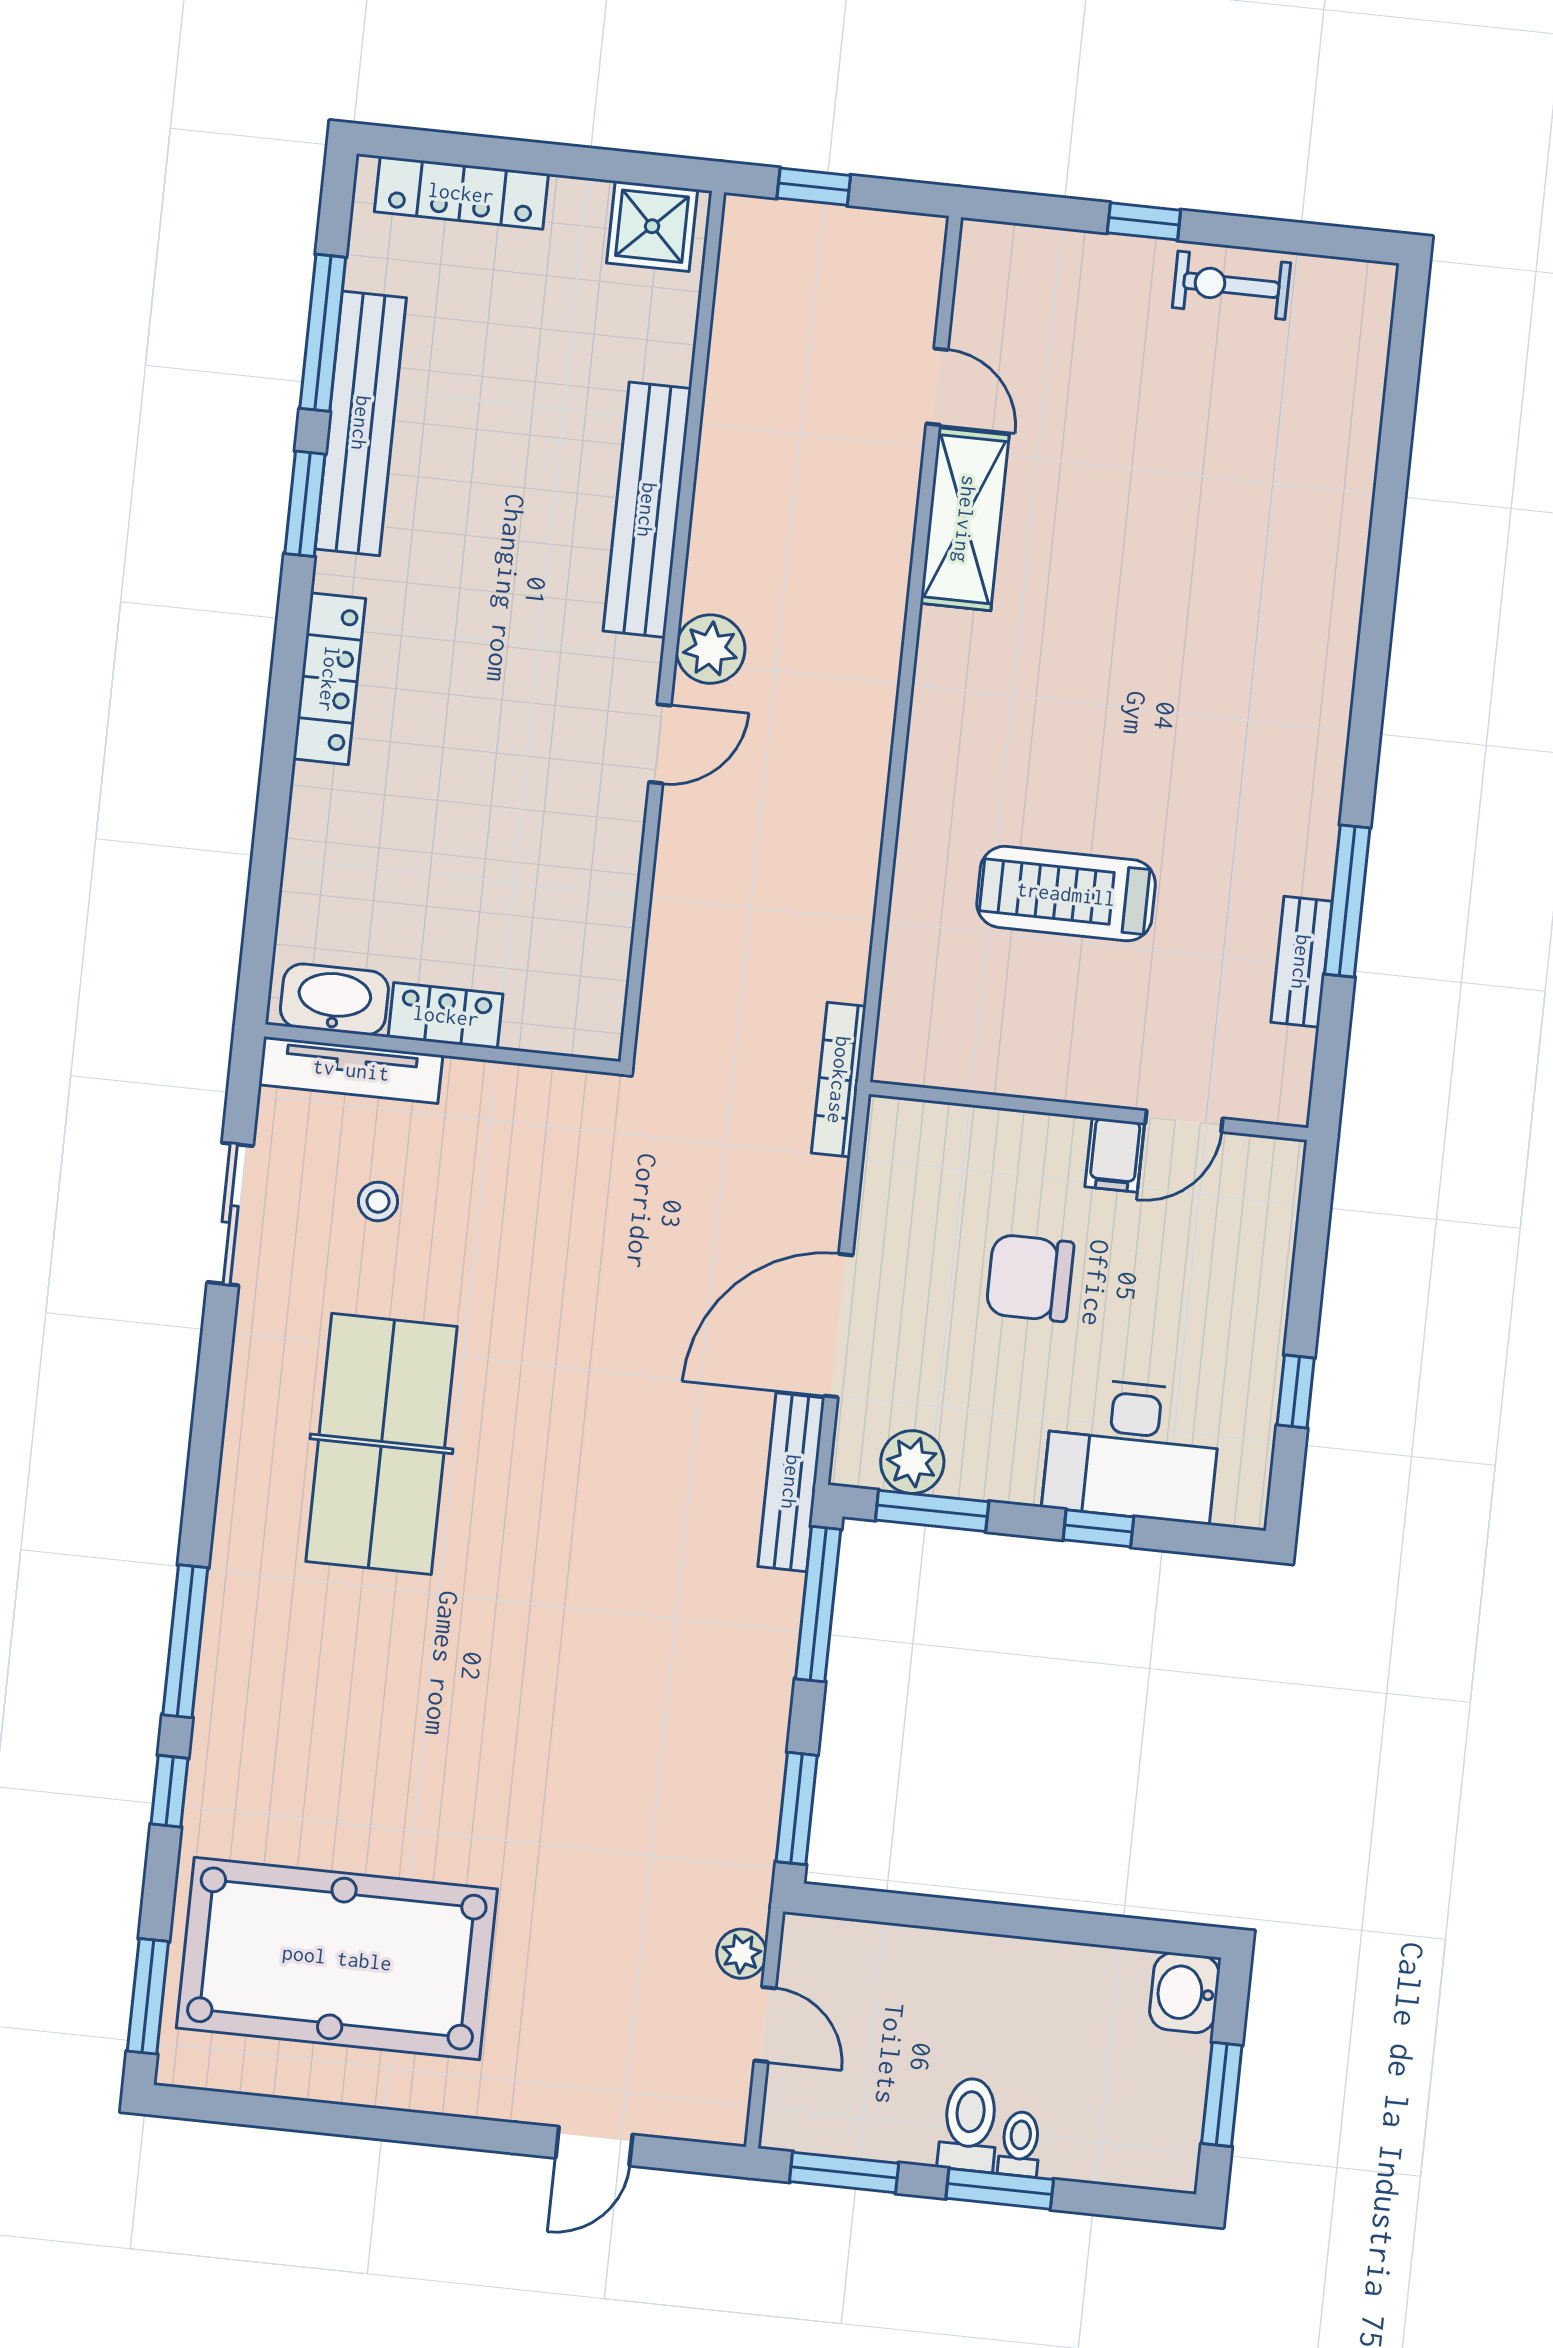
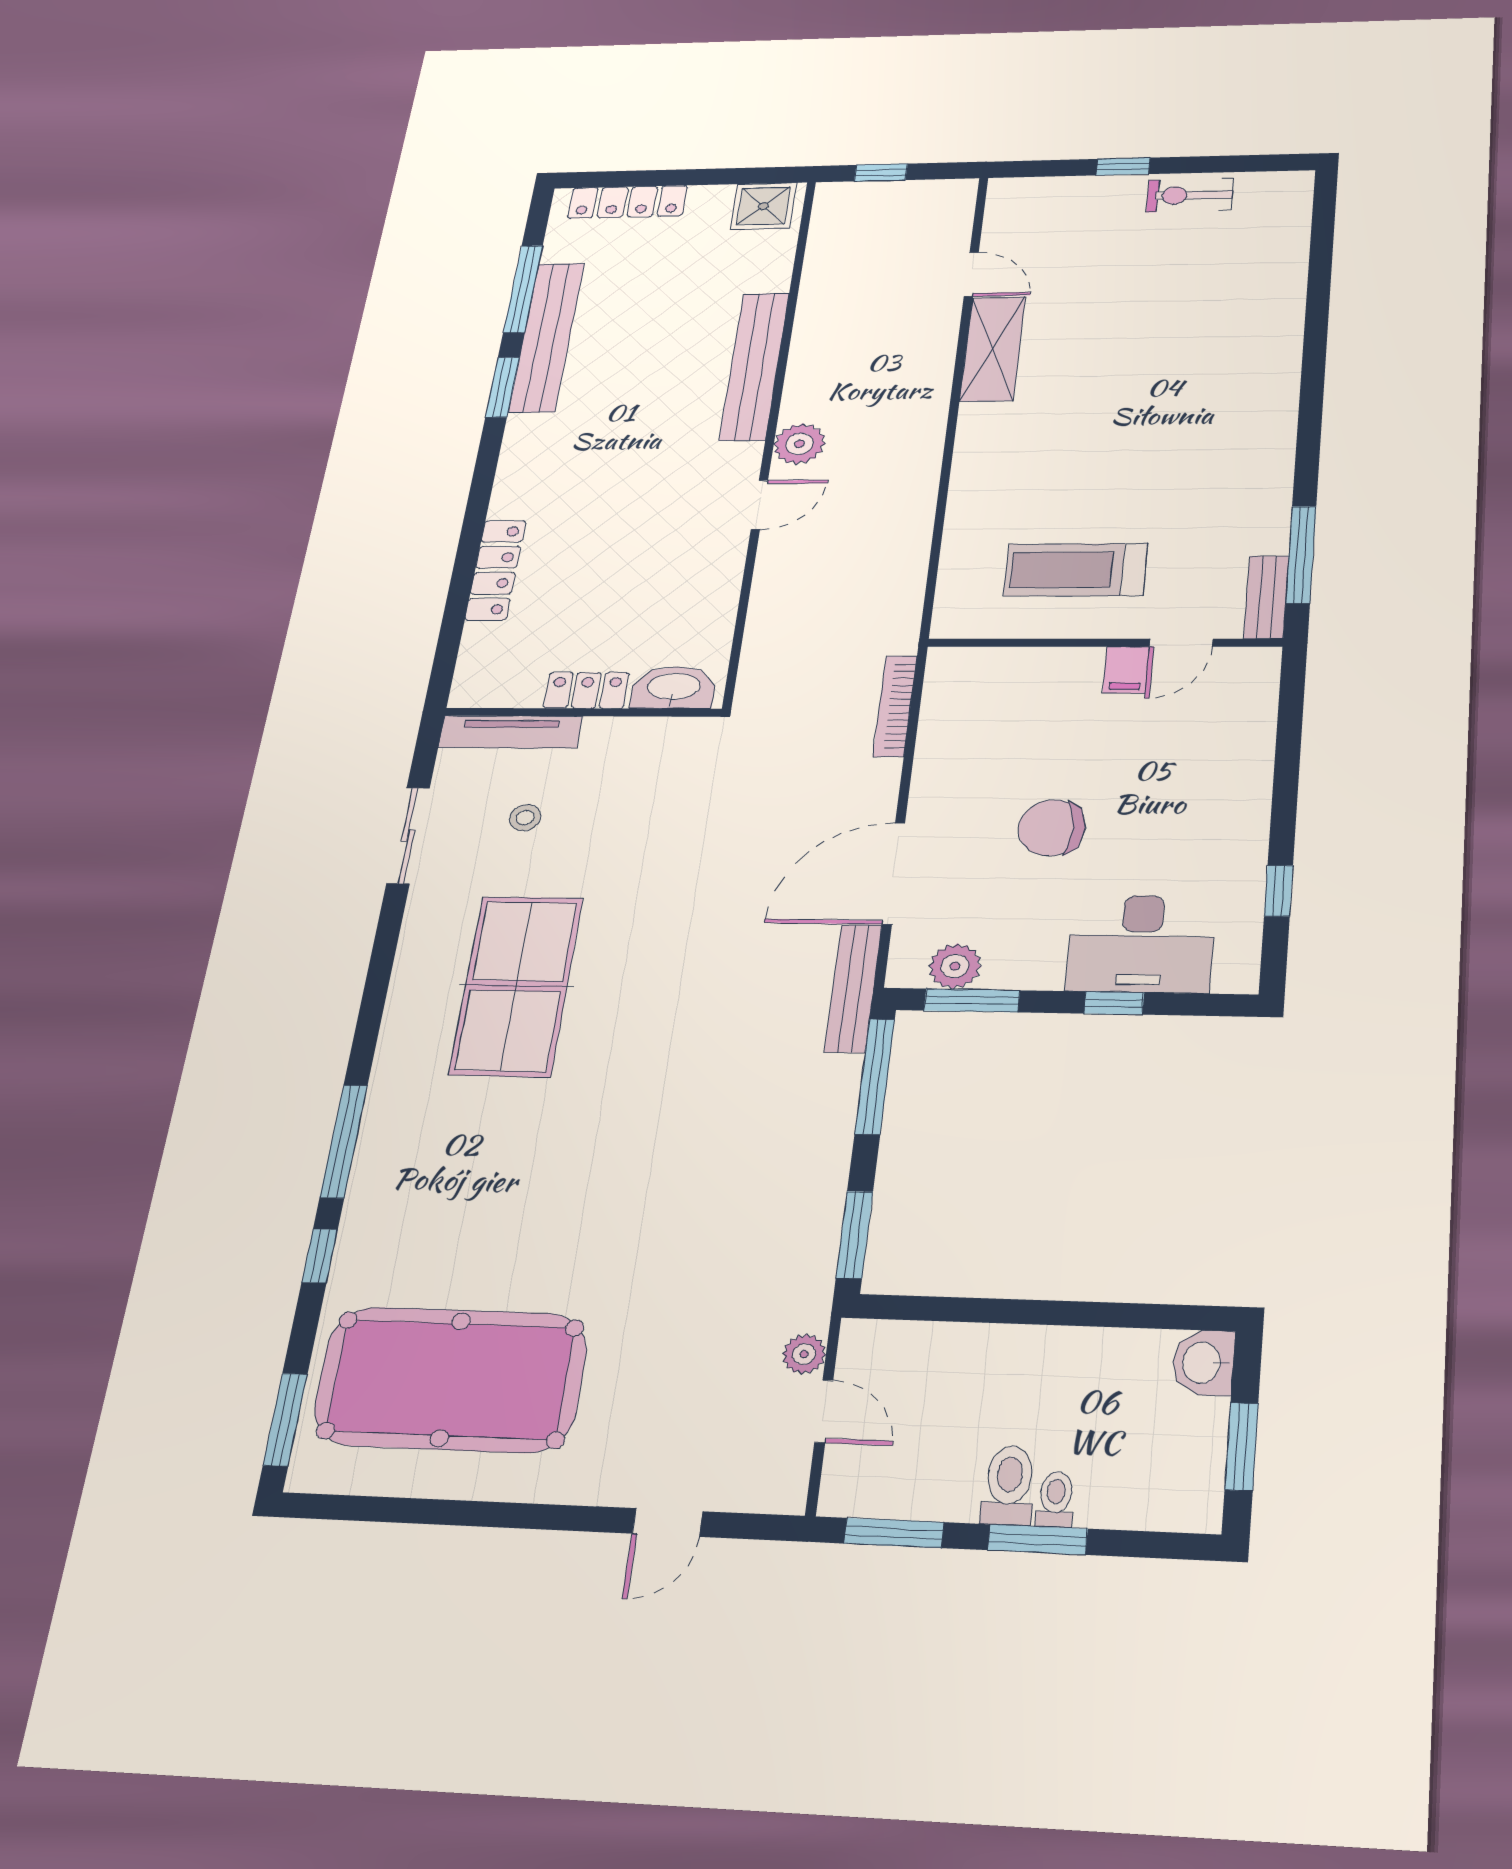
locker: (329, 679) -> (496, 570), moved
washbasin: (334, 999) -> (674, 688), moved
wall: (1089, 1111) -> (1104, 643), moved
door: (1184, 1121) -> (1181, 643), moved
filing cabinet: (1115, 1155) -> (1126, 670), moved

